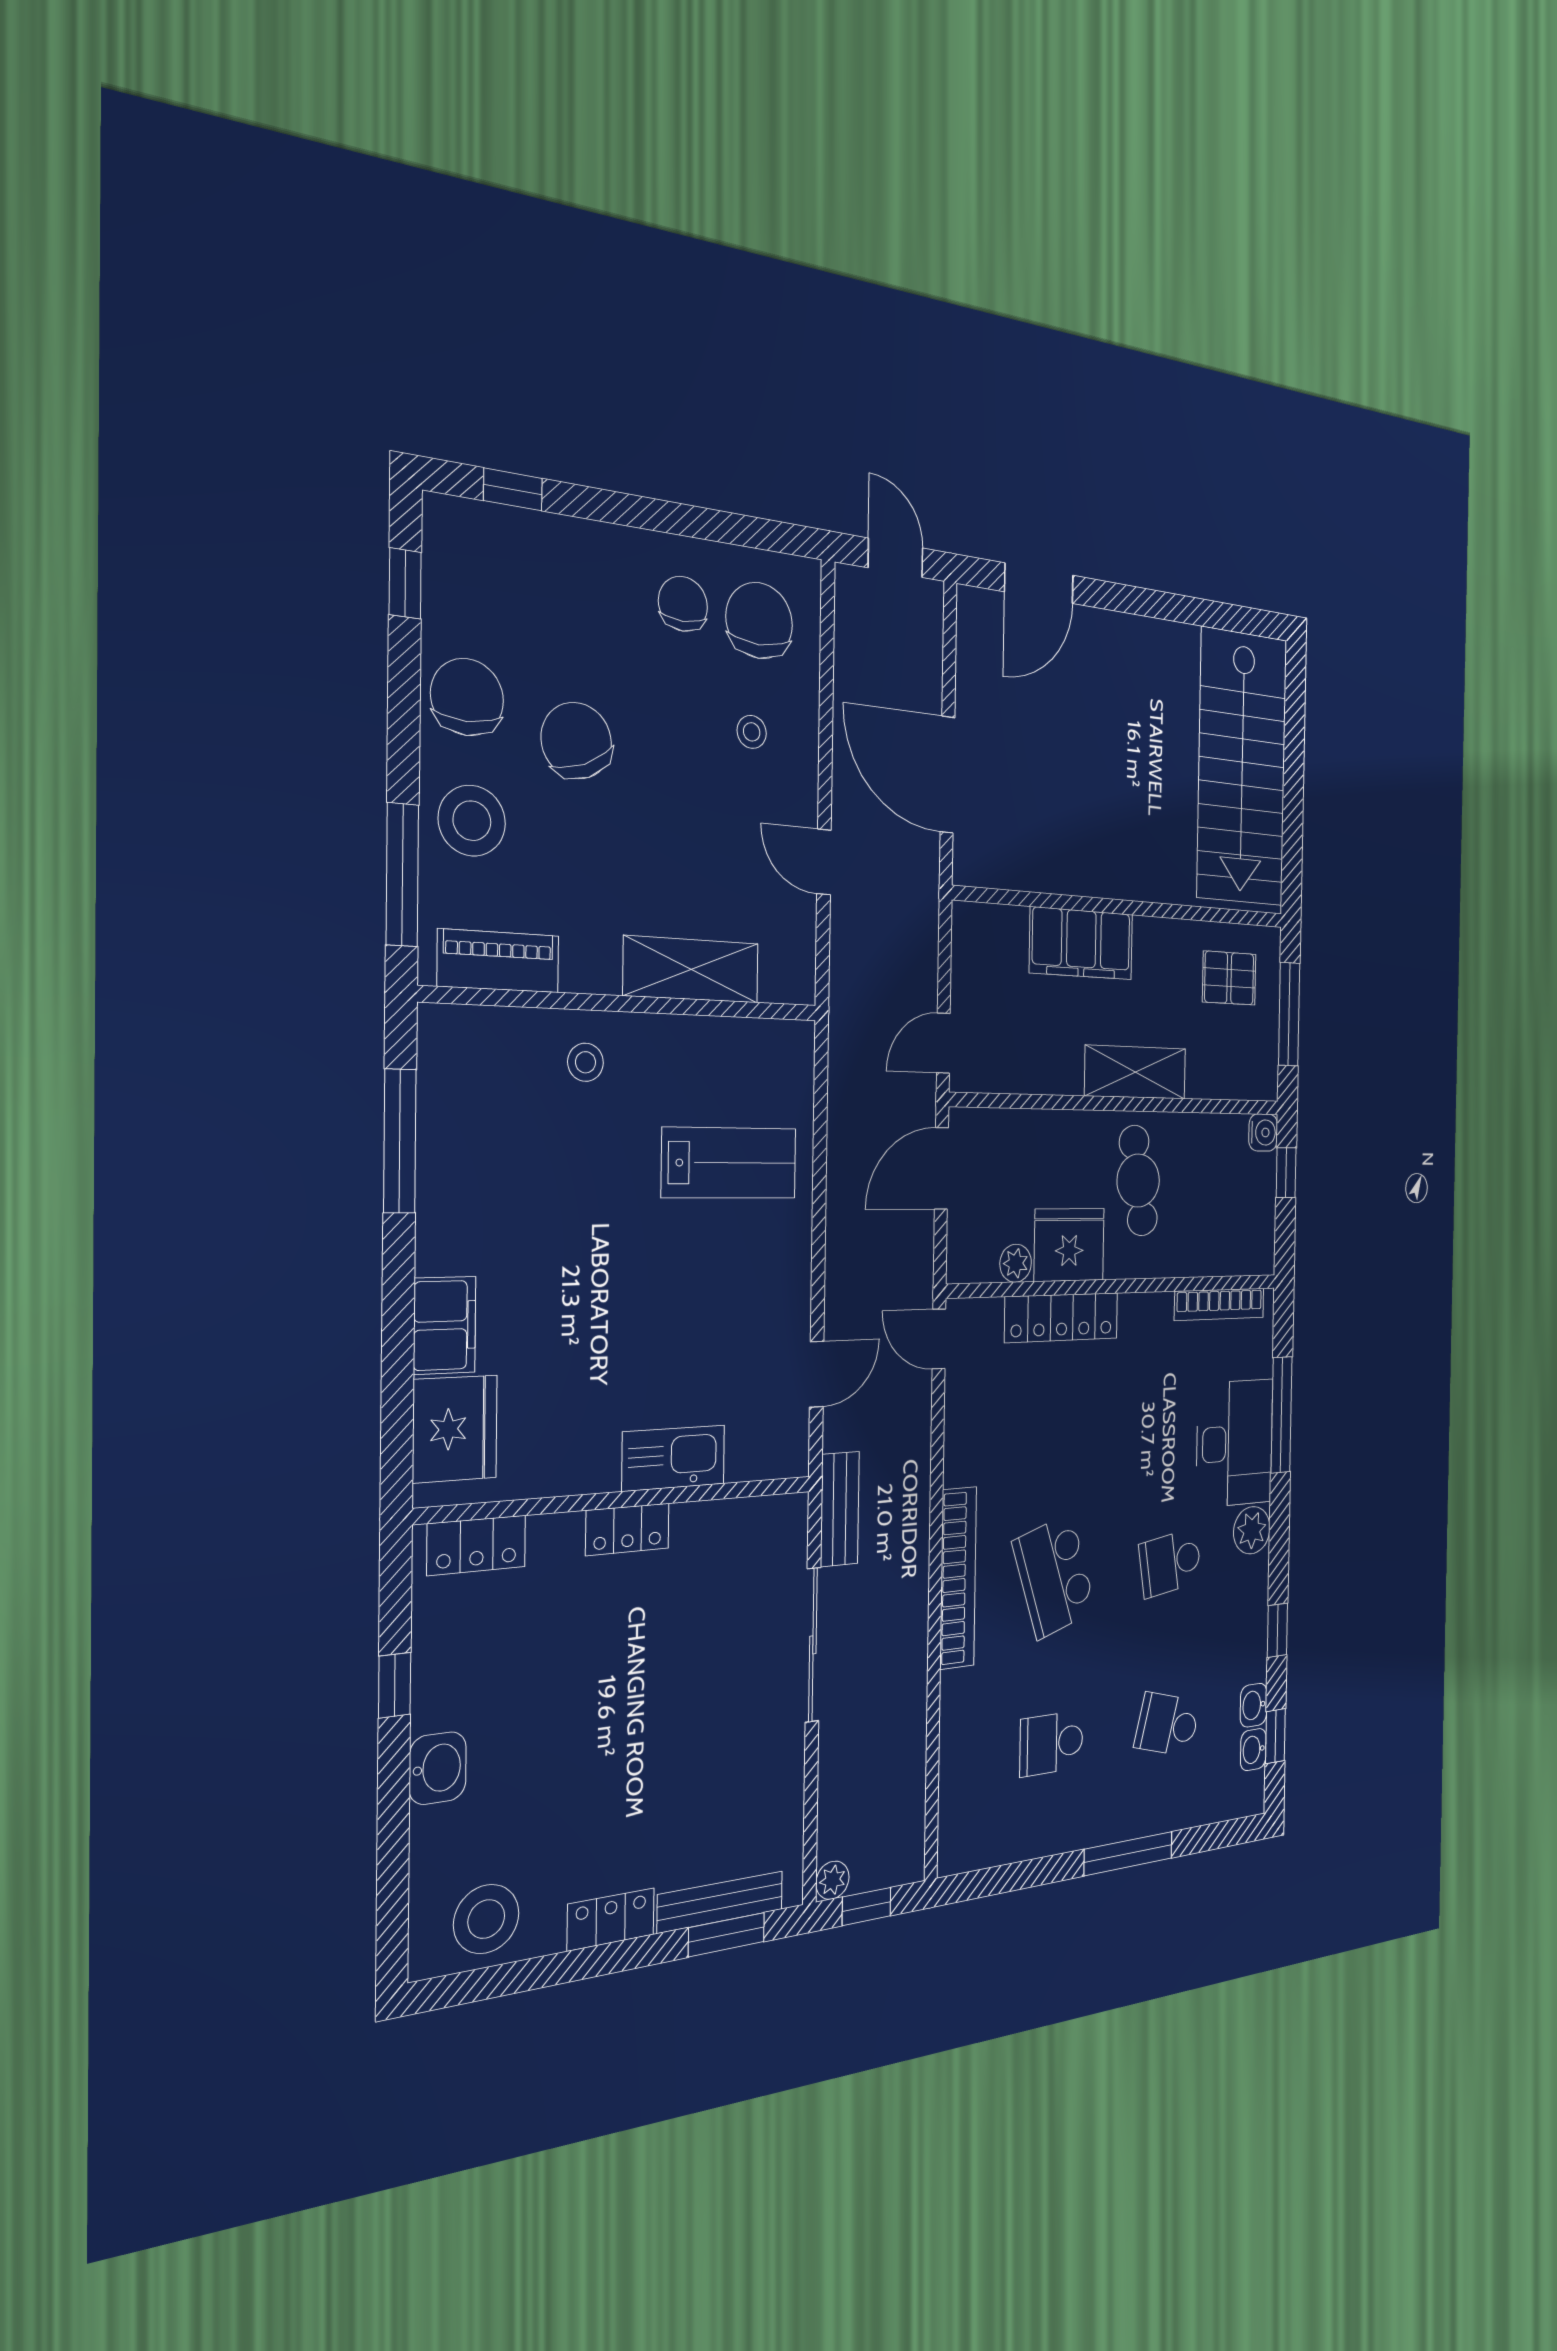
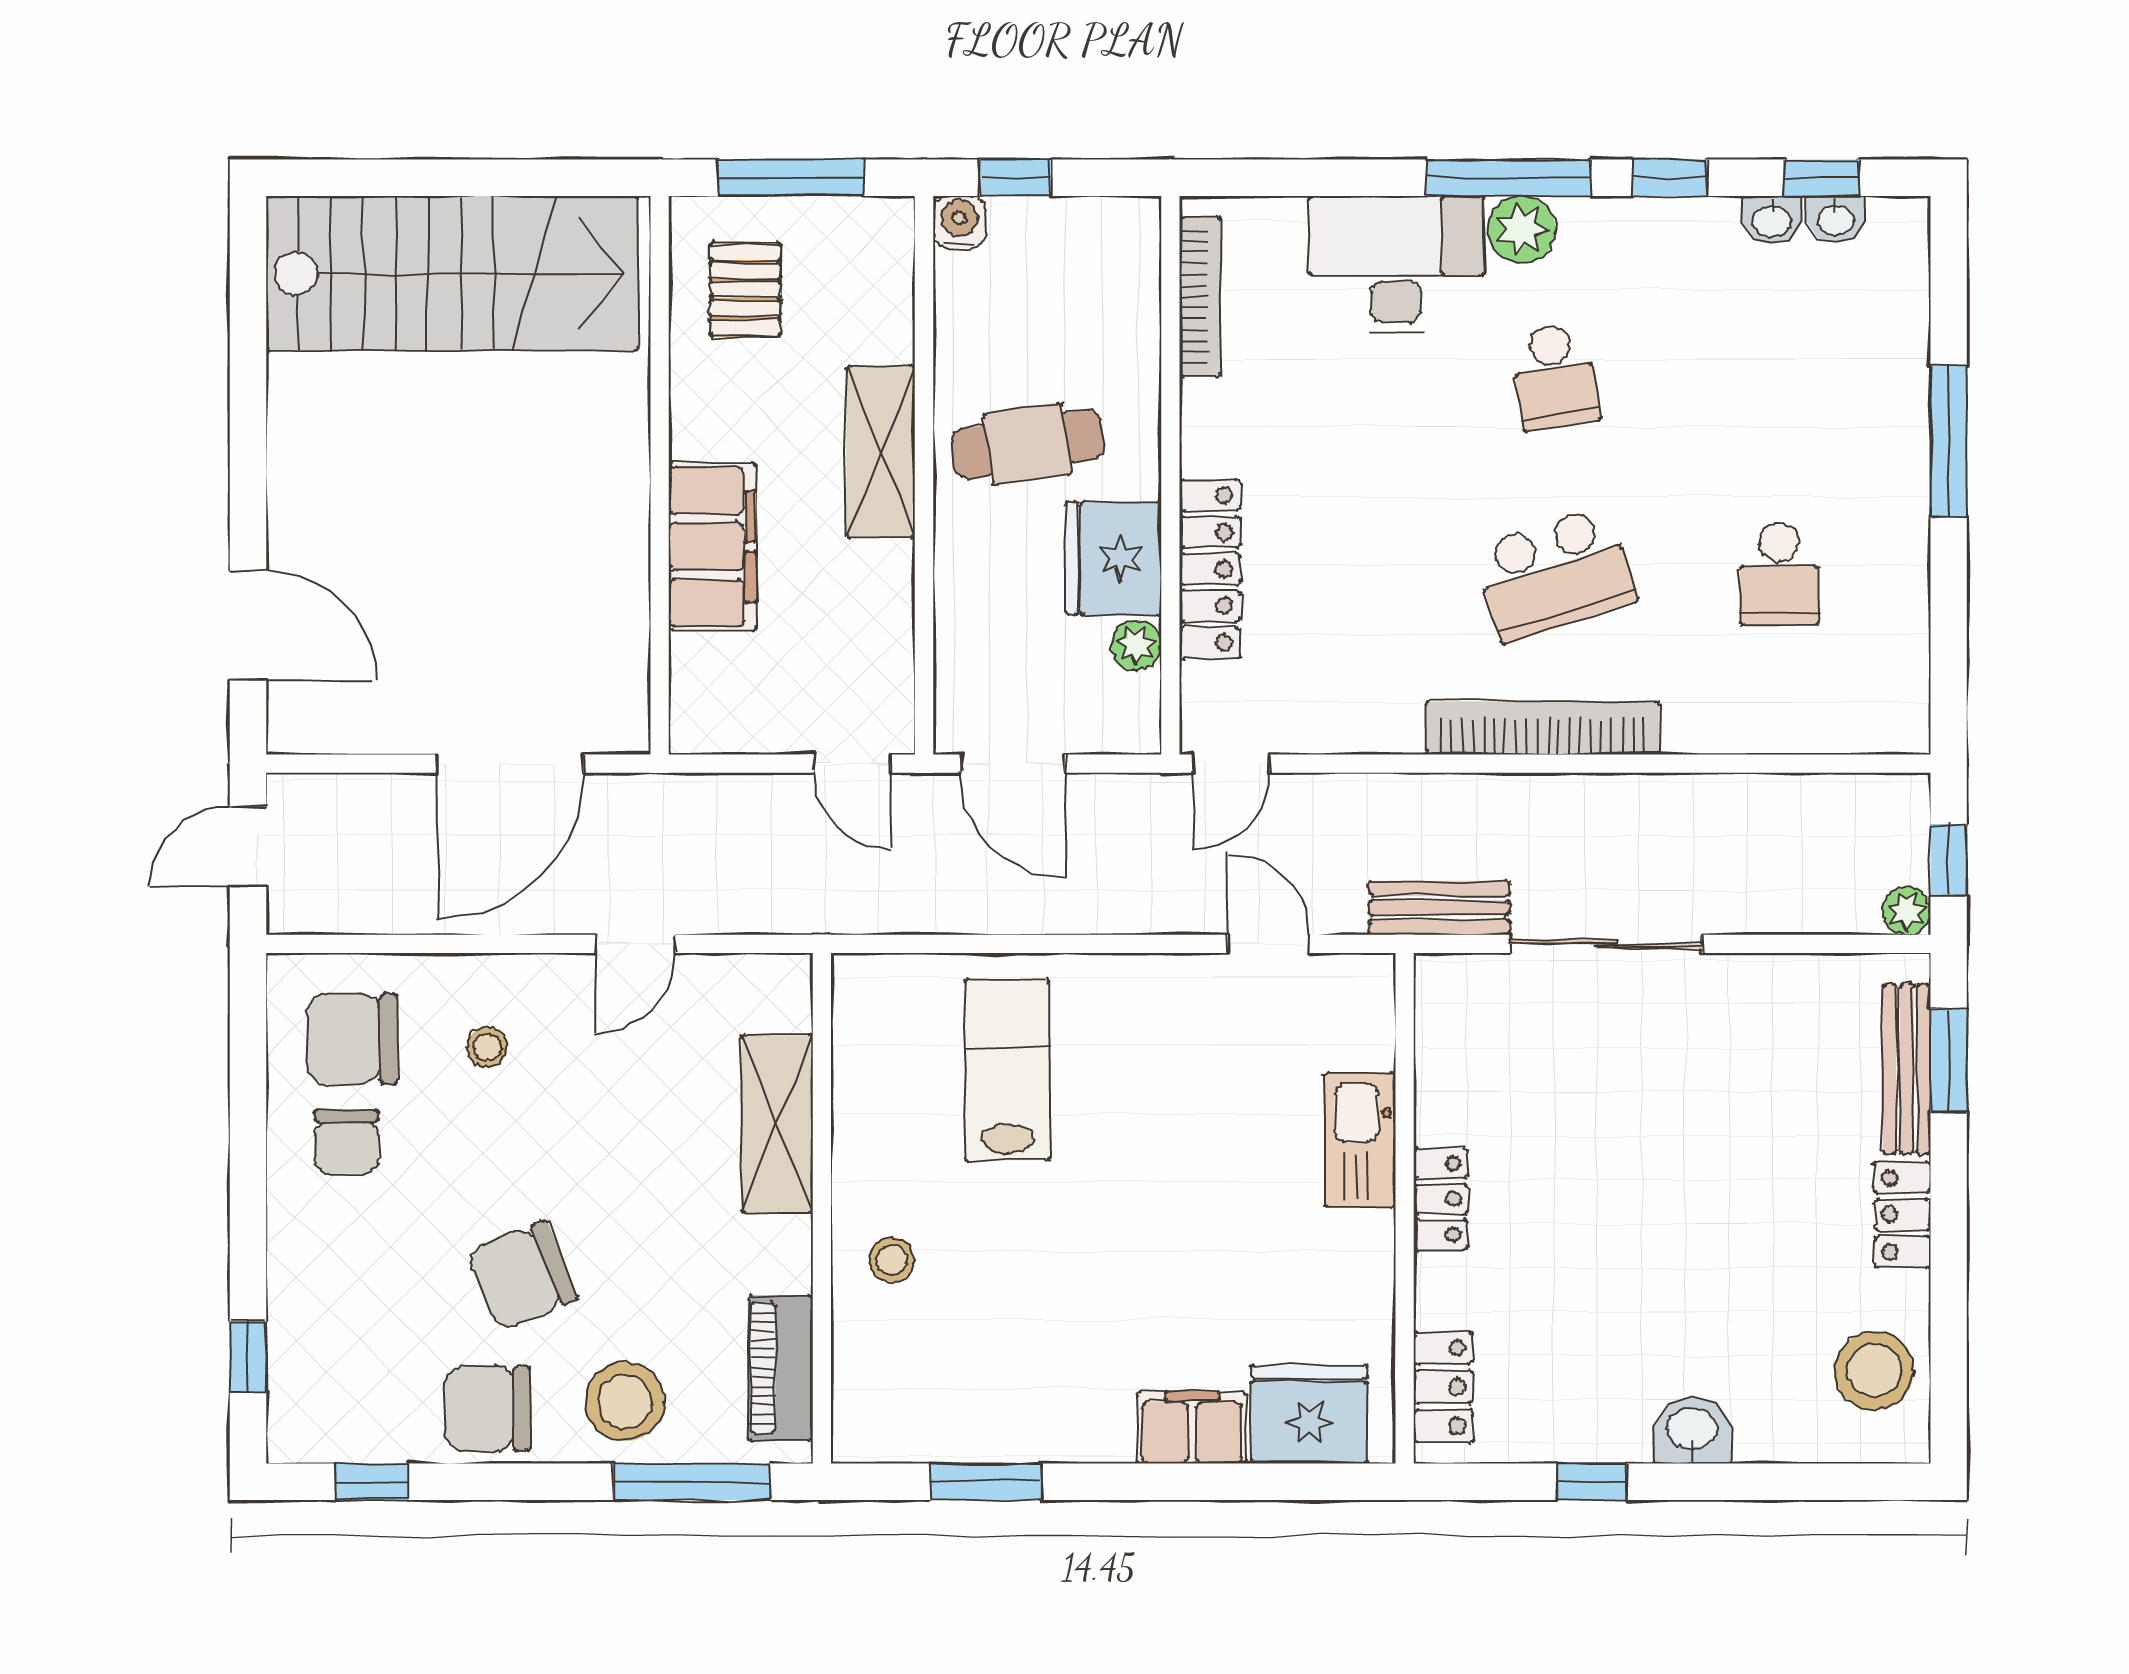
chair: (683, 604) -> (347, 1141), turned -90
window: (400, 1141) -> (986, 1482), width x0.69
window: (1282, 1415) -> (1508, 178), moved
school desk: (1167, 1724) -> (1779, 376), removed

